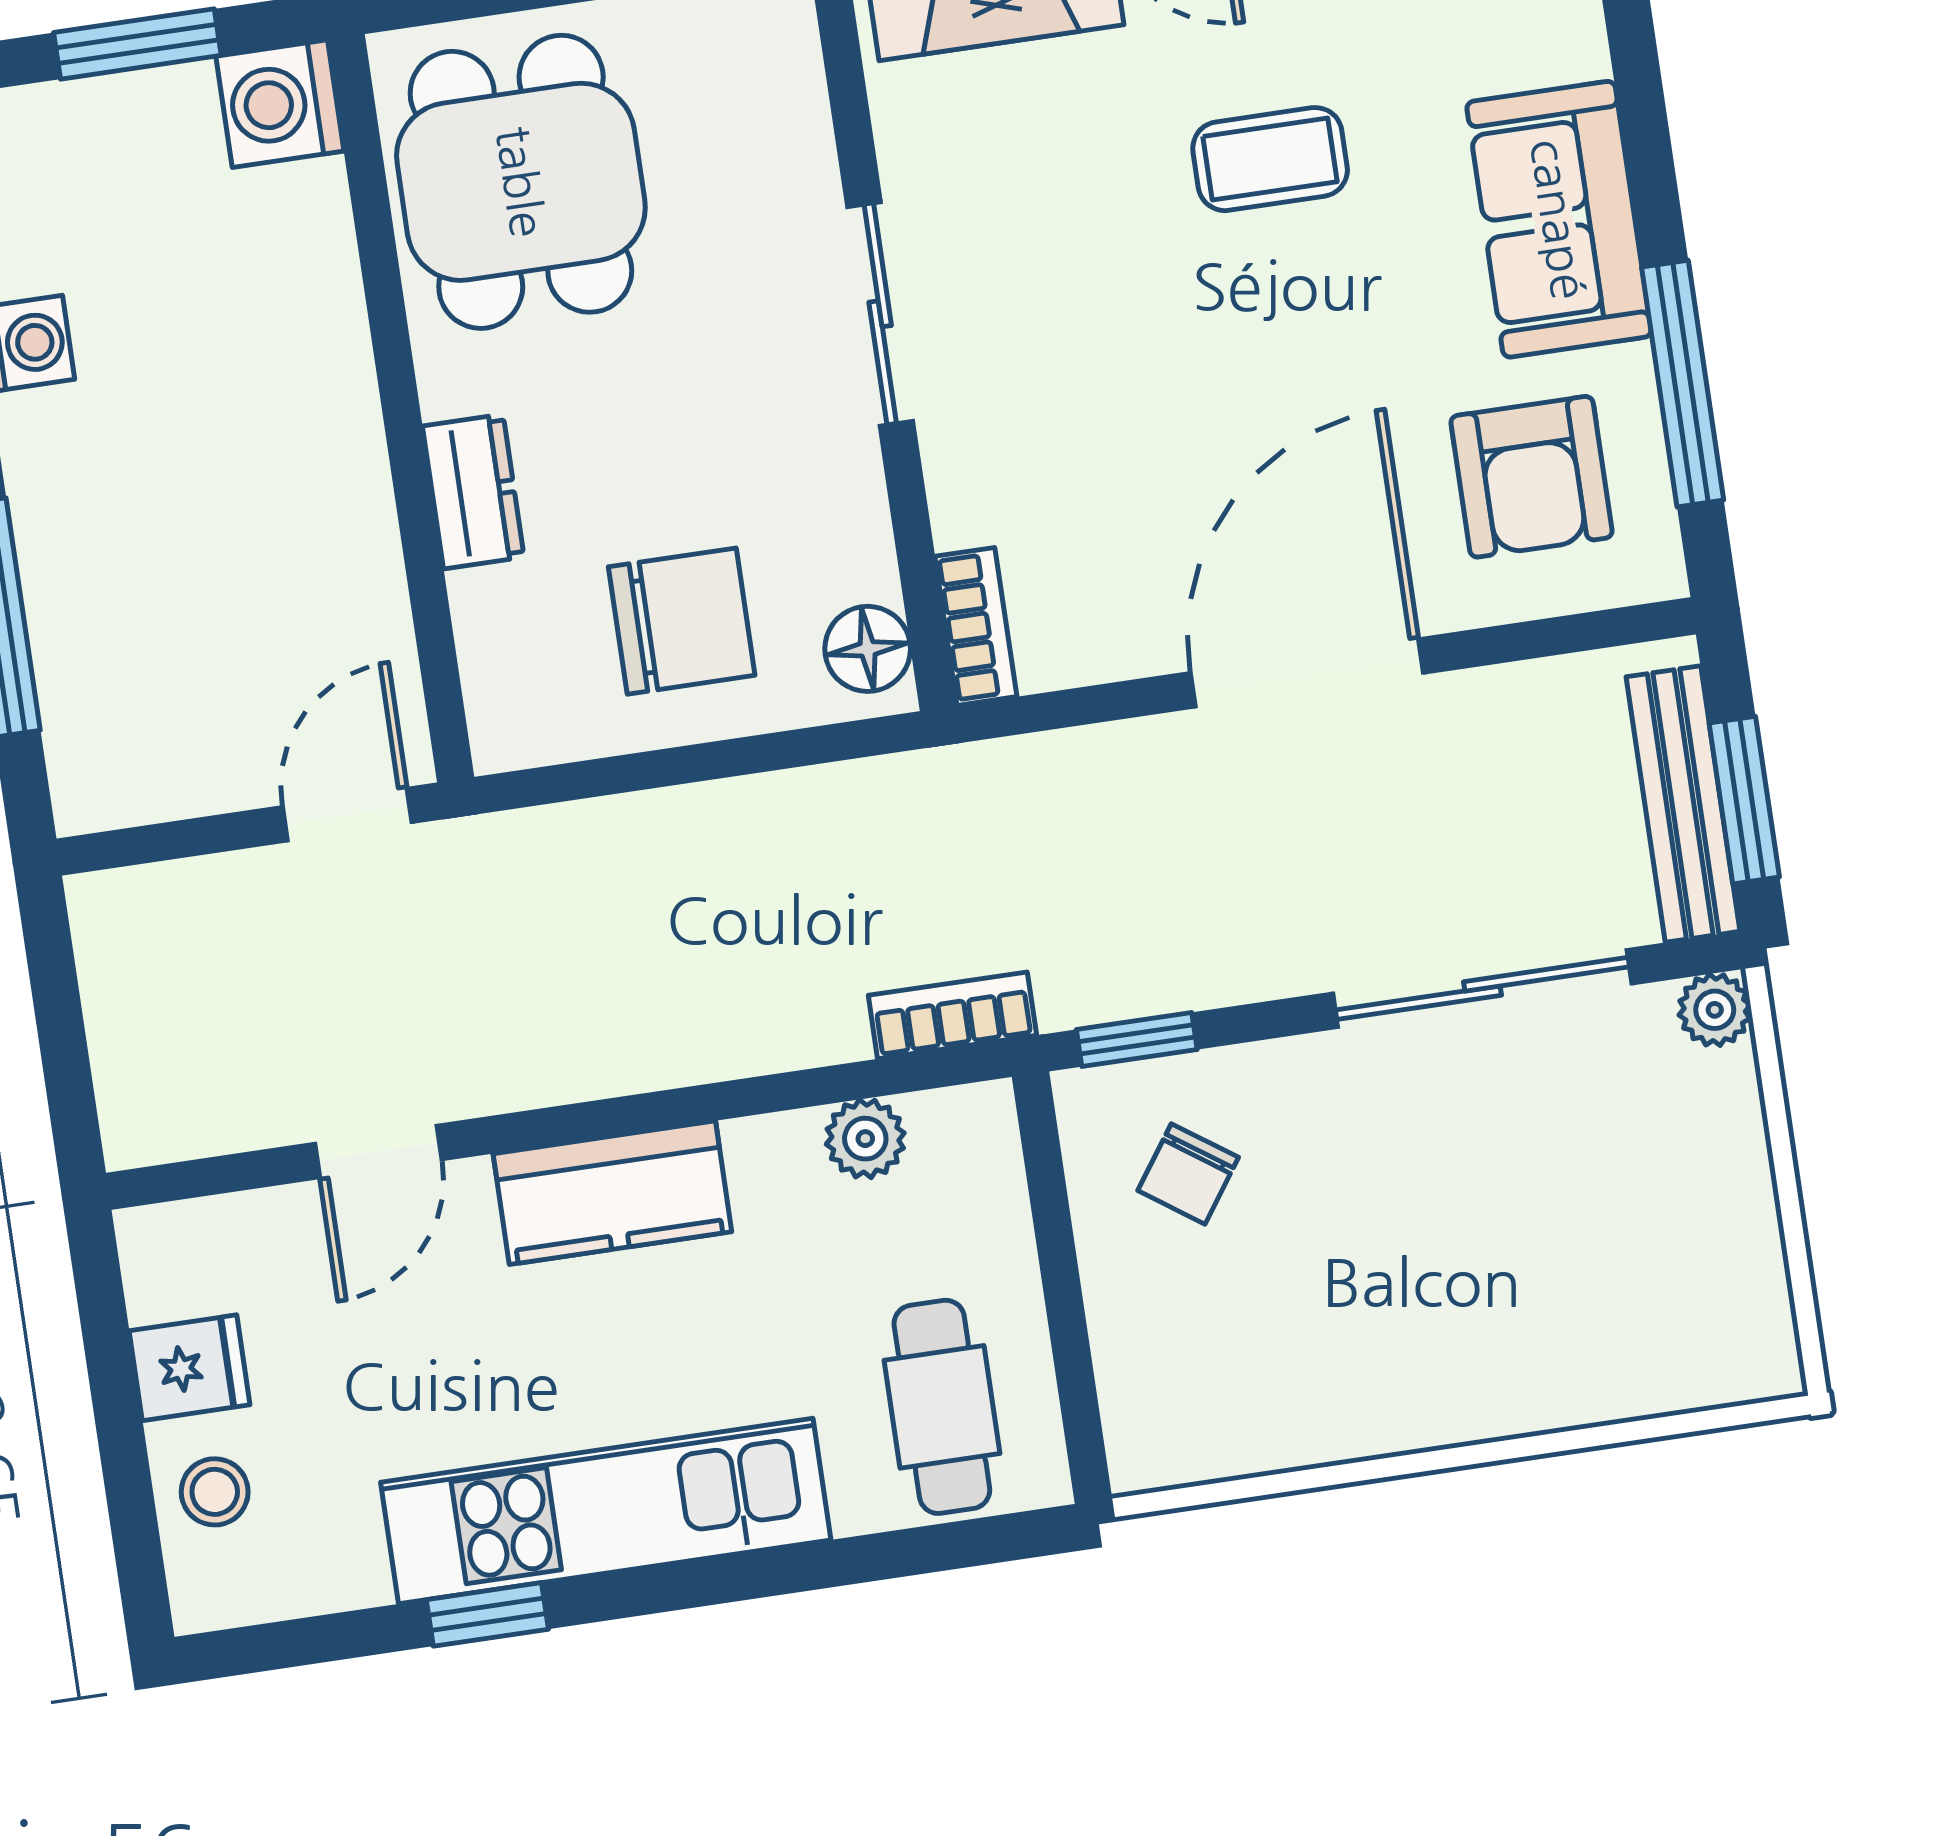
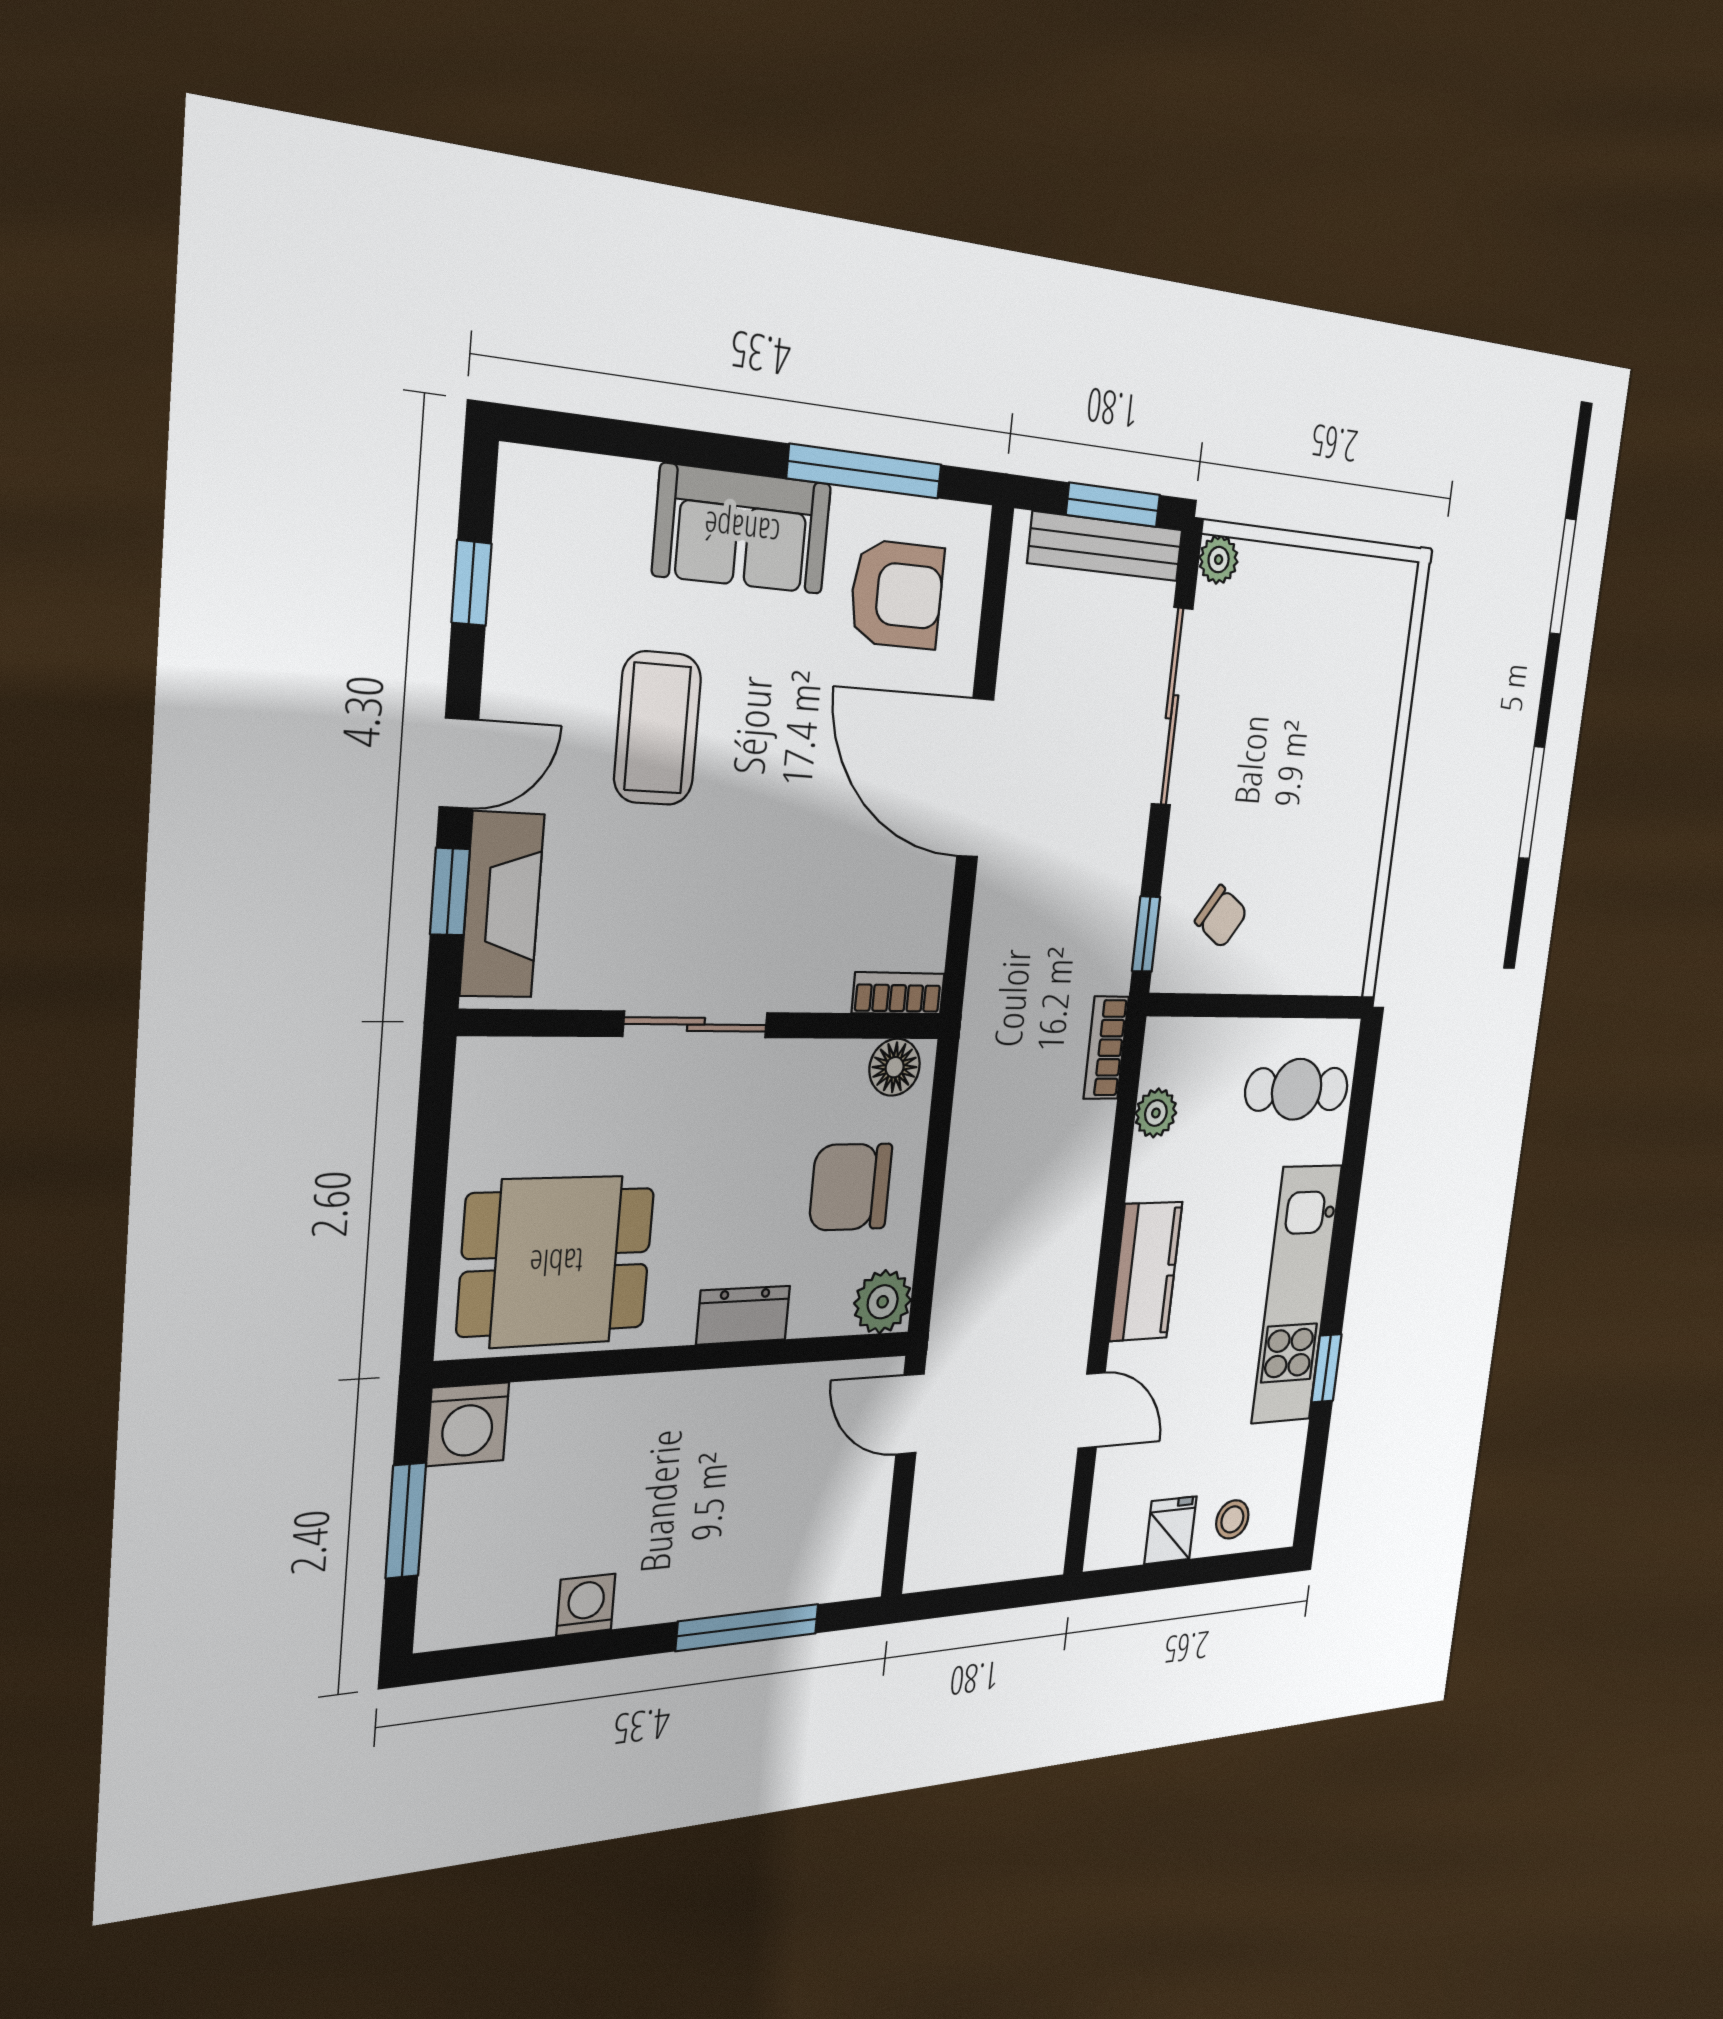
coffee table: (1270, 159) -> (658, 728), width x1.36, depth x1.30
chair: (682, 621) -> (851, 1187), turned -90
plant: (516, 721) -> (883, 1302), added

